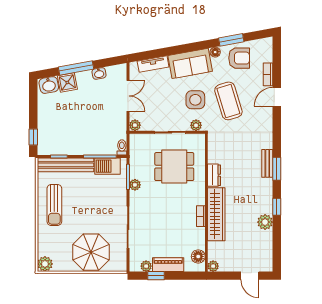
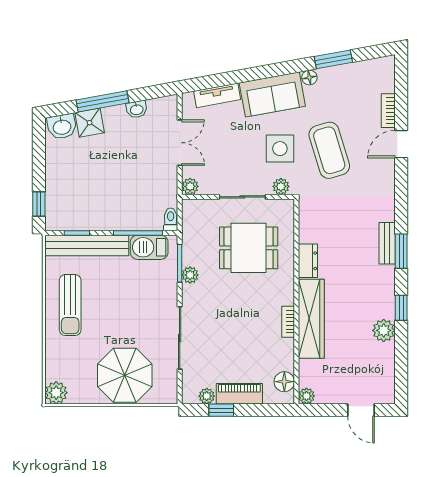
armchair: (239, 58) -> (345, 86), removed

